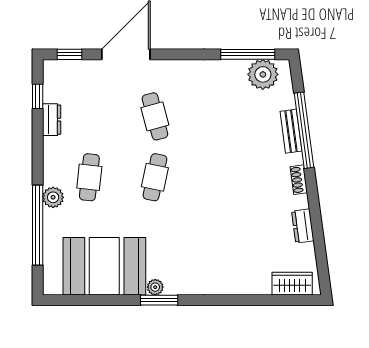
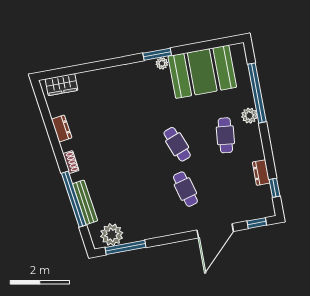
bench: (291, 131) -> (85, 202), width x1.36
cafe table: (155, 177) -> (177, 144), turned -33

